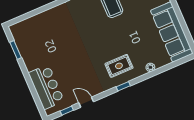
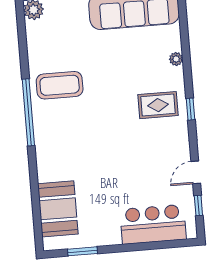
booth: (36, 27) -> (58, 209), added
rug: (119, 66) -> (158, 105), turned 90

